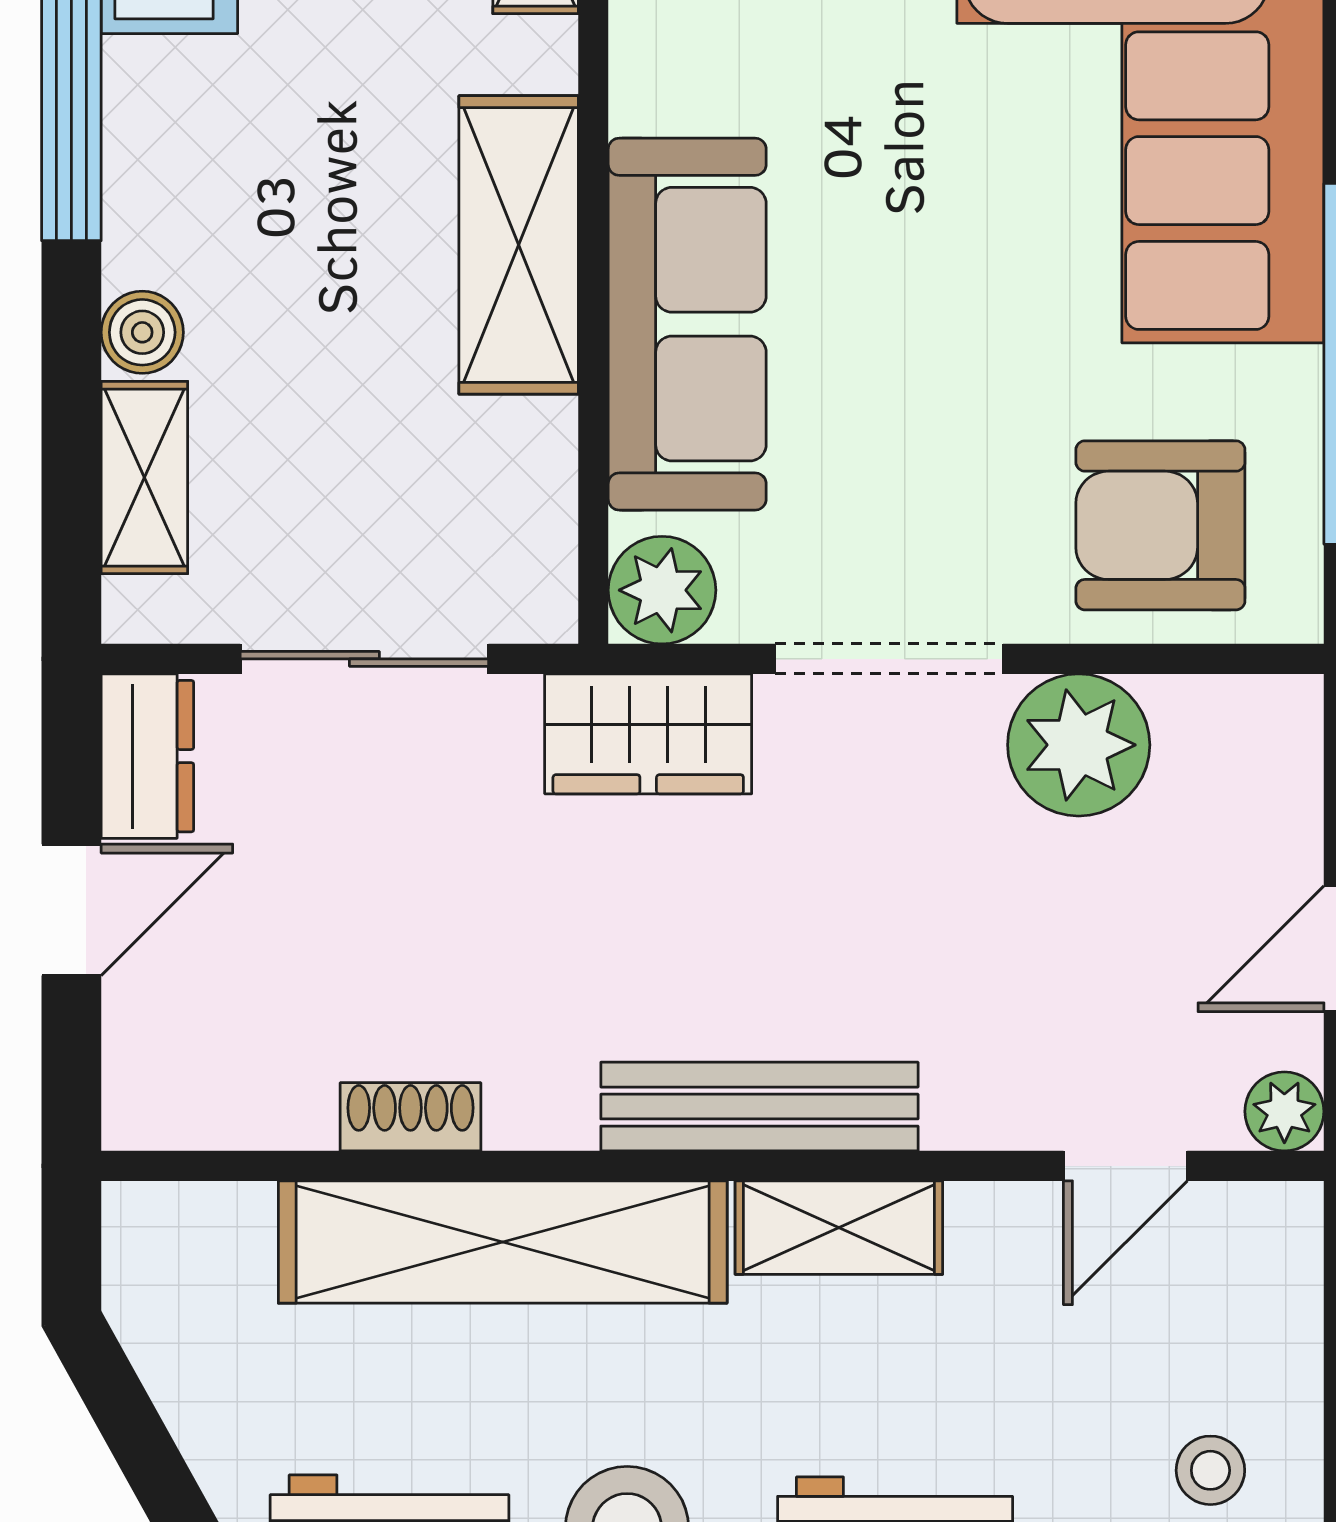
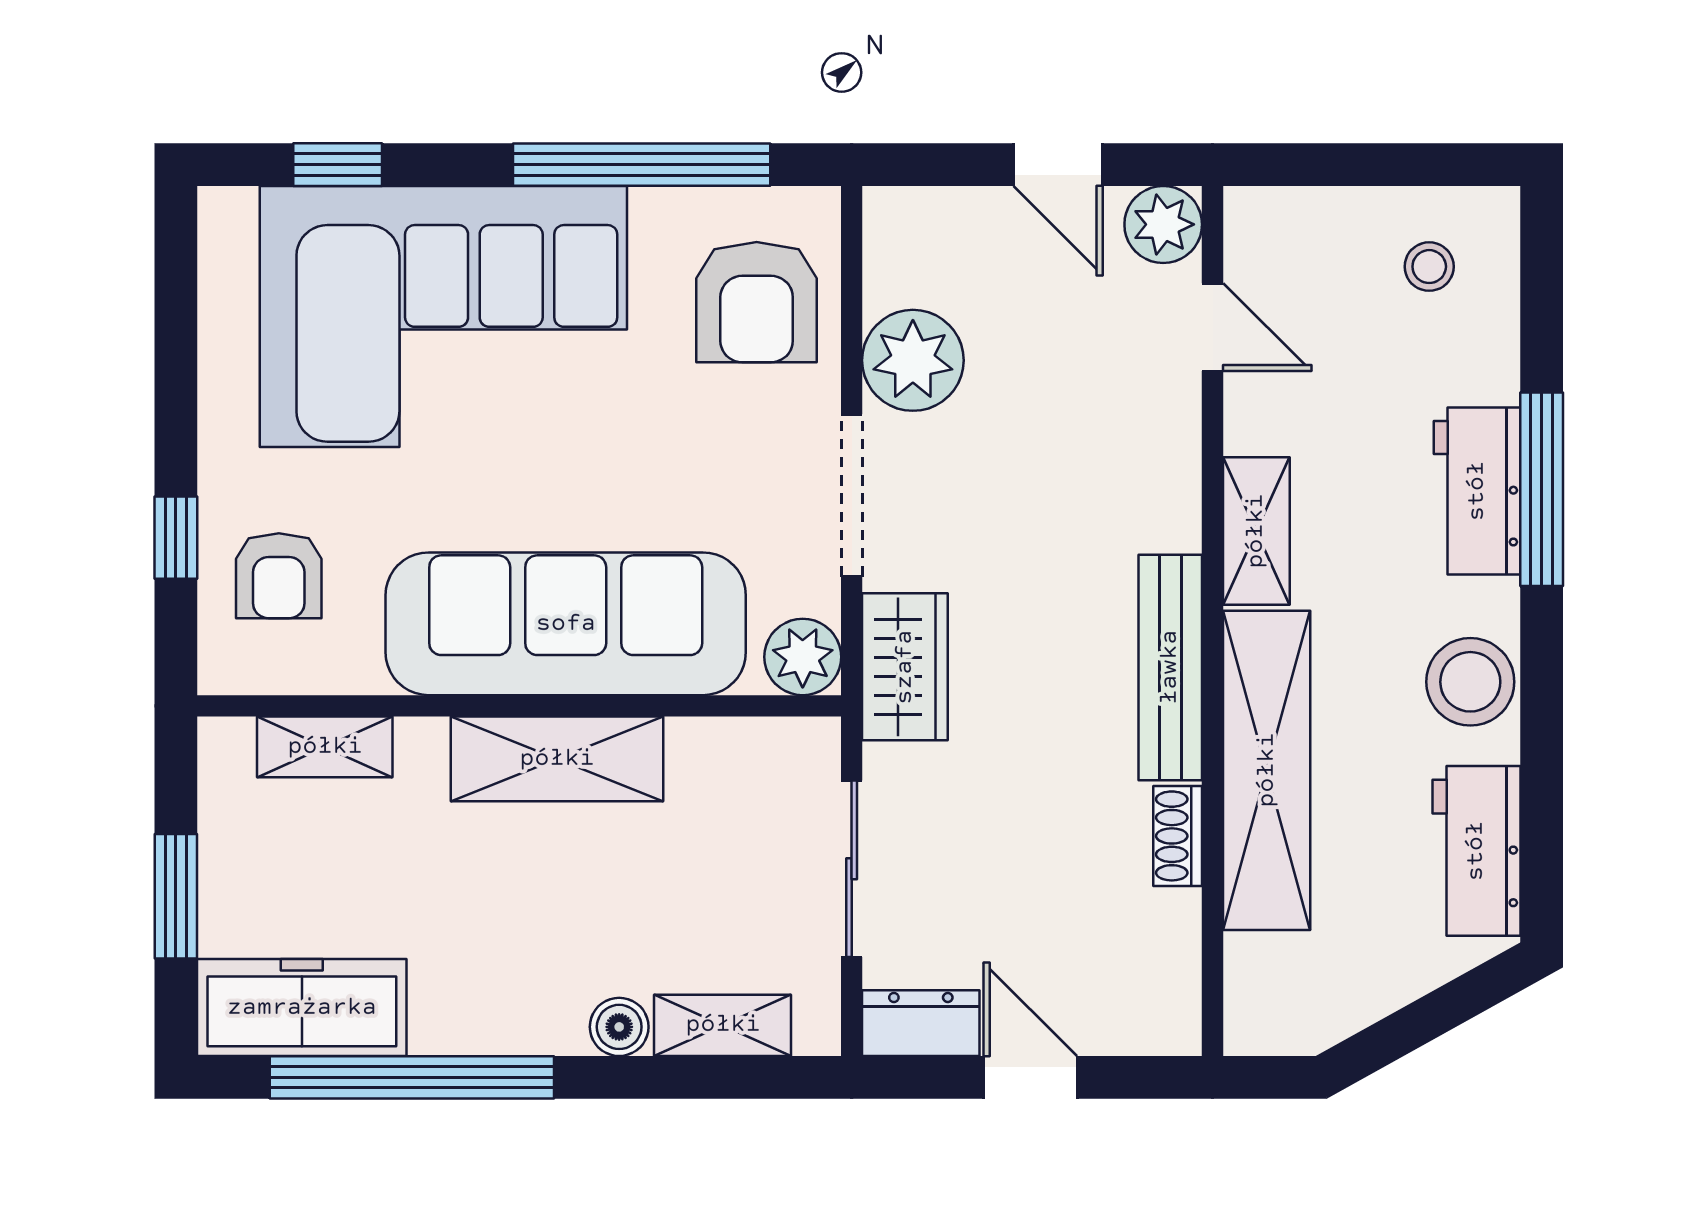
sofa: (687, 324) -> (566, 624), width x1.36, depth x1.27
bench: (759, 1107) -> (1170, 667), moved
plant: (1284, 1111) -> (1163, 224), width x1.38, depth x1.38

